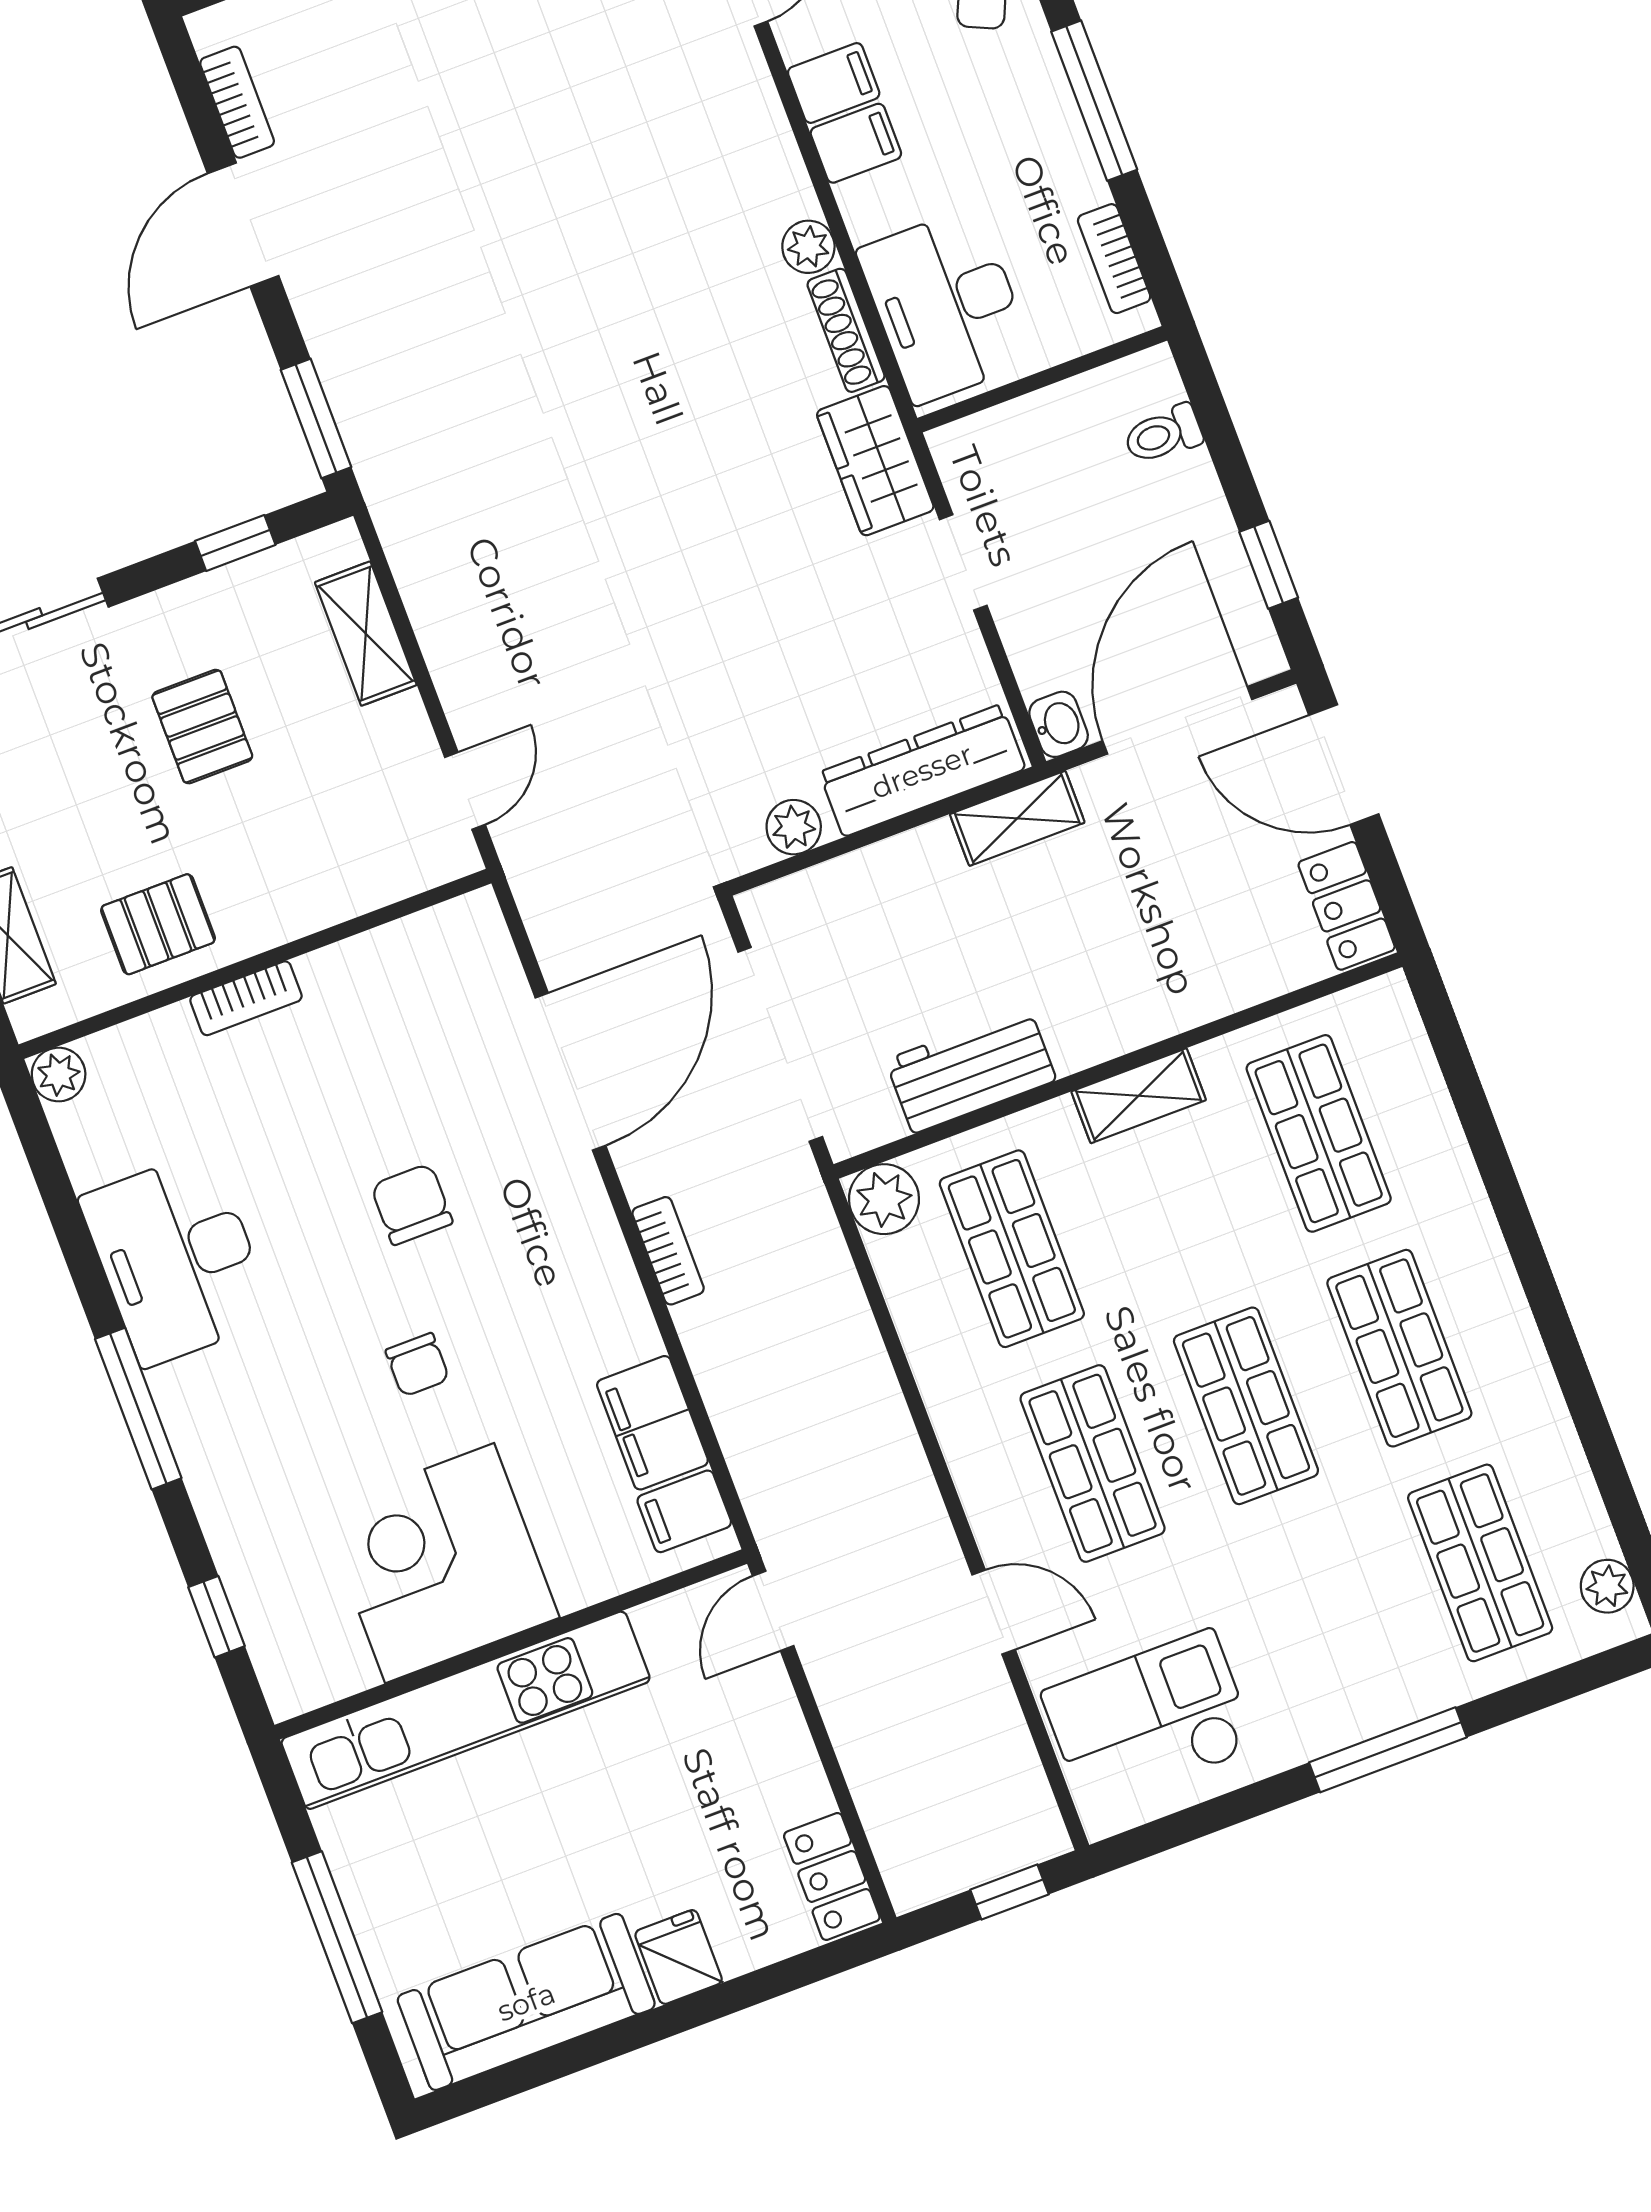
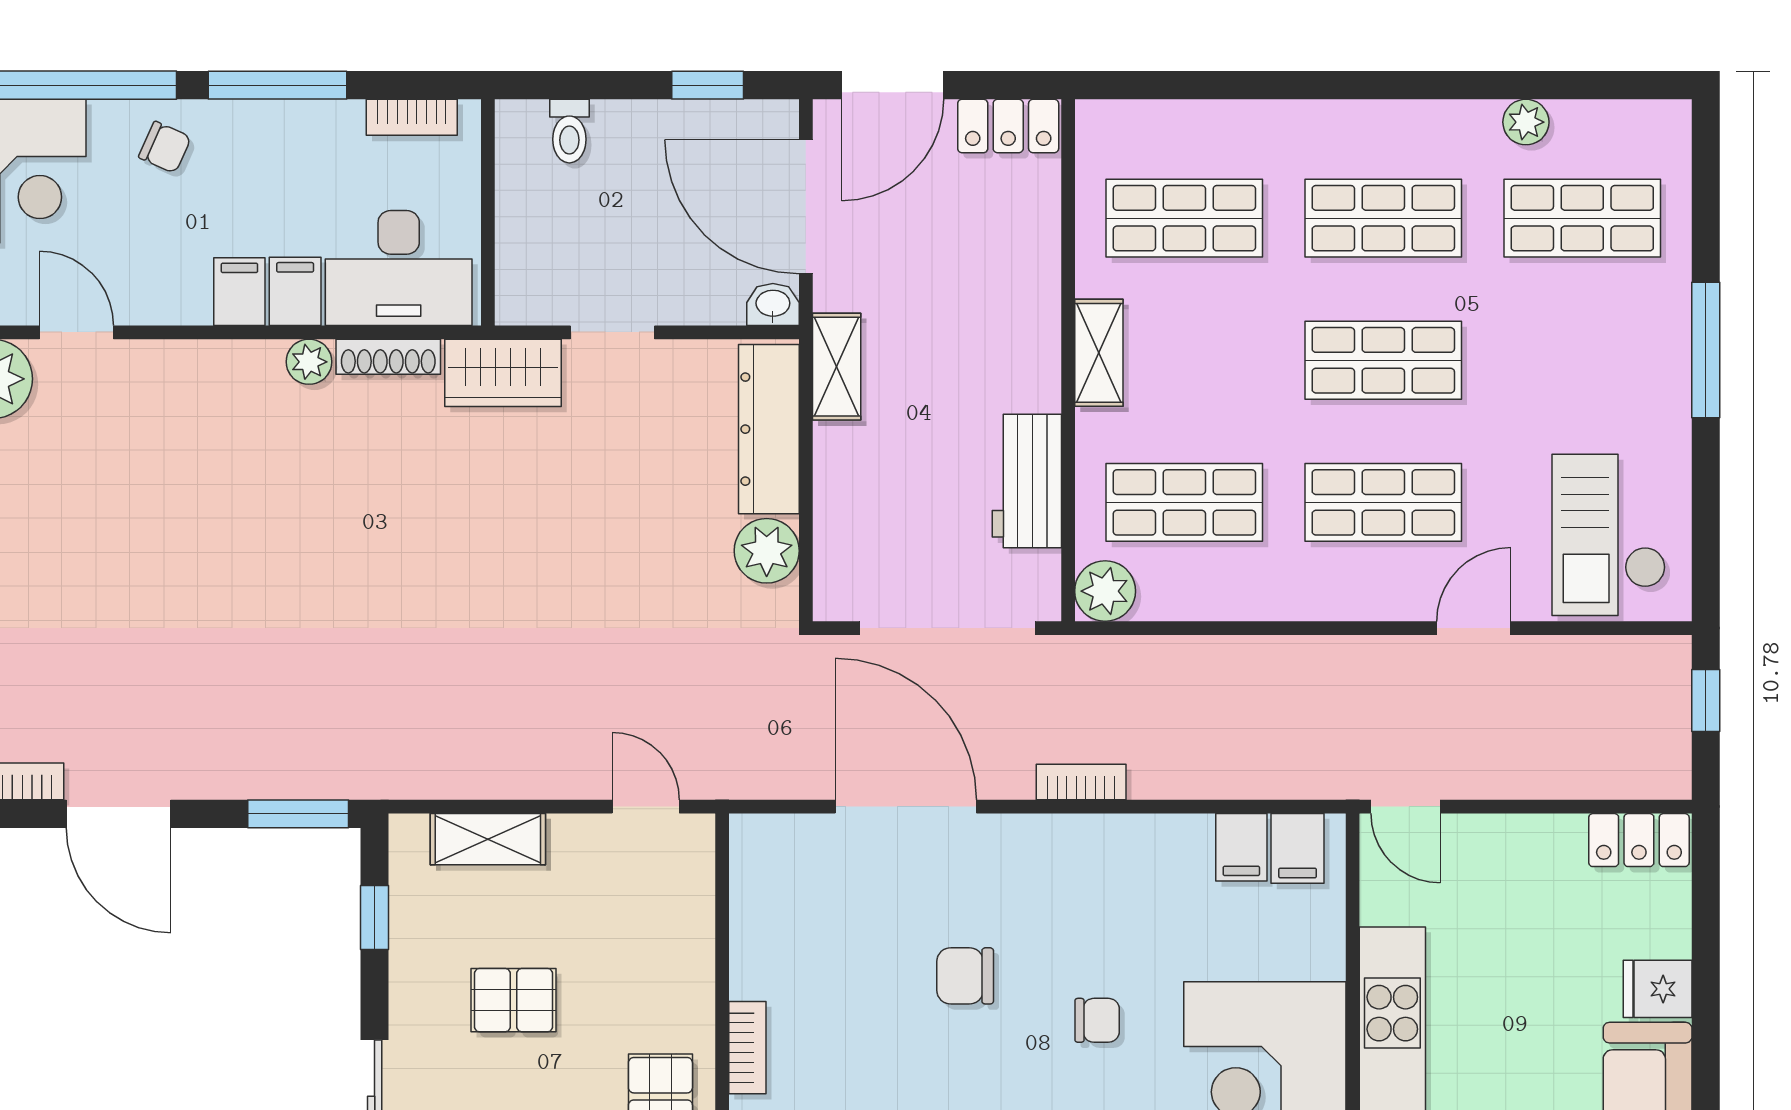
filing cabinet: (834, 83) -> (295, 291), moved
plant: (794, 827) -> (767, 551), width x1.38, depth x1.38
filing cabinet: (652, 1423) -> (1241, 847), width x0.50
plant: (1607, 1586) -> (1526, 122), moved

